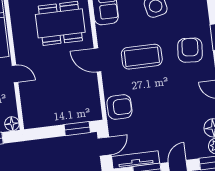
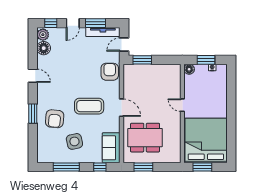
armchair: (190, 50) -> (55, 119), moved
armchair: (119, 107) -> (110, 72), turned 90

